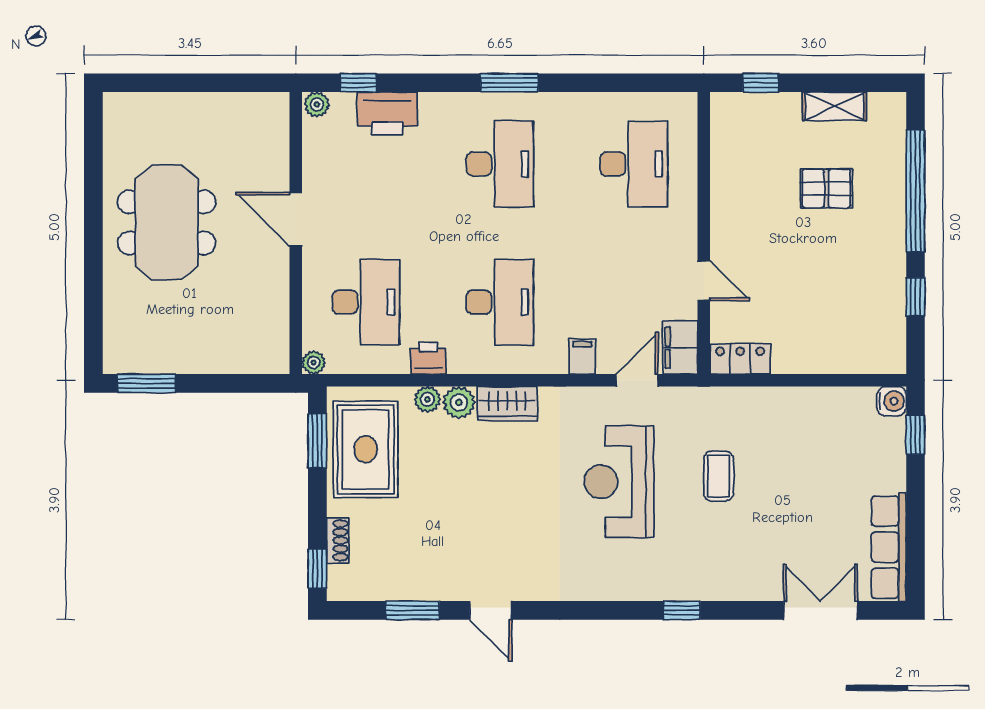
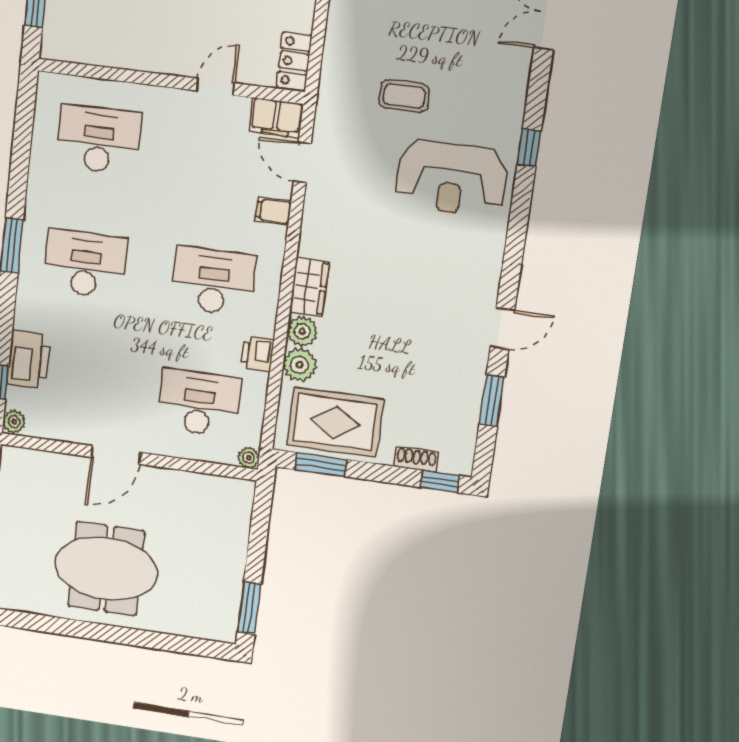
plant: (427, 399) -> (300, 365), width x1.38, depth x1.38
reception desk: (619, 482) -> (451, 178), moved

